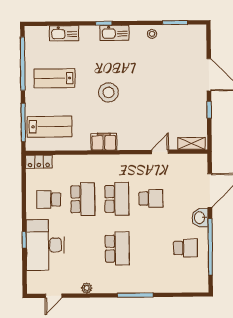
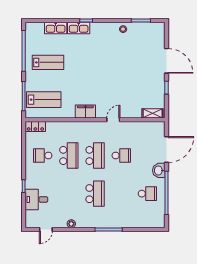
kitchen sink: (114, 33) -> (79, 28), moved
lab bench: (55, 78) -> (48, 62), turned 180
stool: (108, 92) -> (89, 74), removed
door: (160, 152) -> (113, 120), moved
desk: (45, 245) -> (36, 199), width x0.53, depth x0.77

